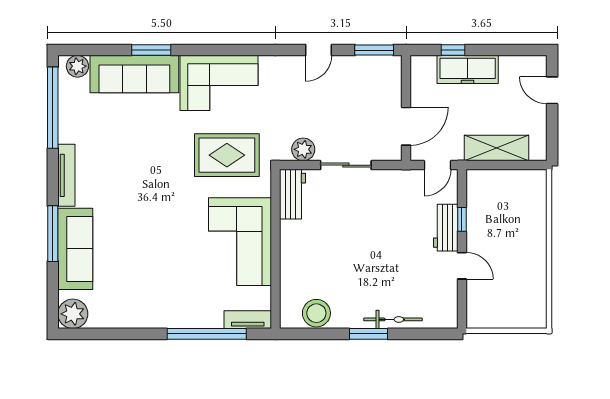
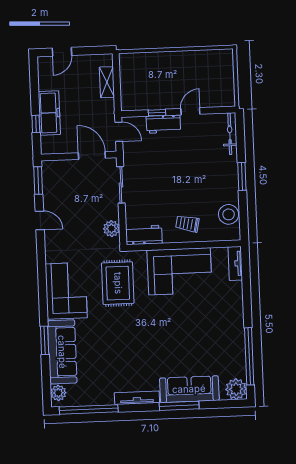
shelving: (497, 148) -> (107, 82), width x0.67, depth x0.75
sliding door: (346, 165) -> (121, 185), moved
trolley: (306, 255) -> (187, 224), added
bicycle: (393, 319) -> (230, 134), moved
window: (207, 334) -> (249, 356), moved

